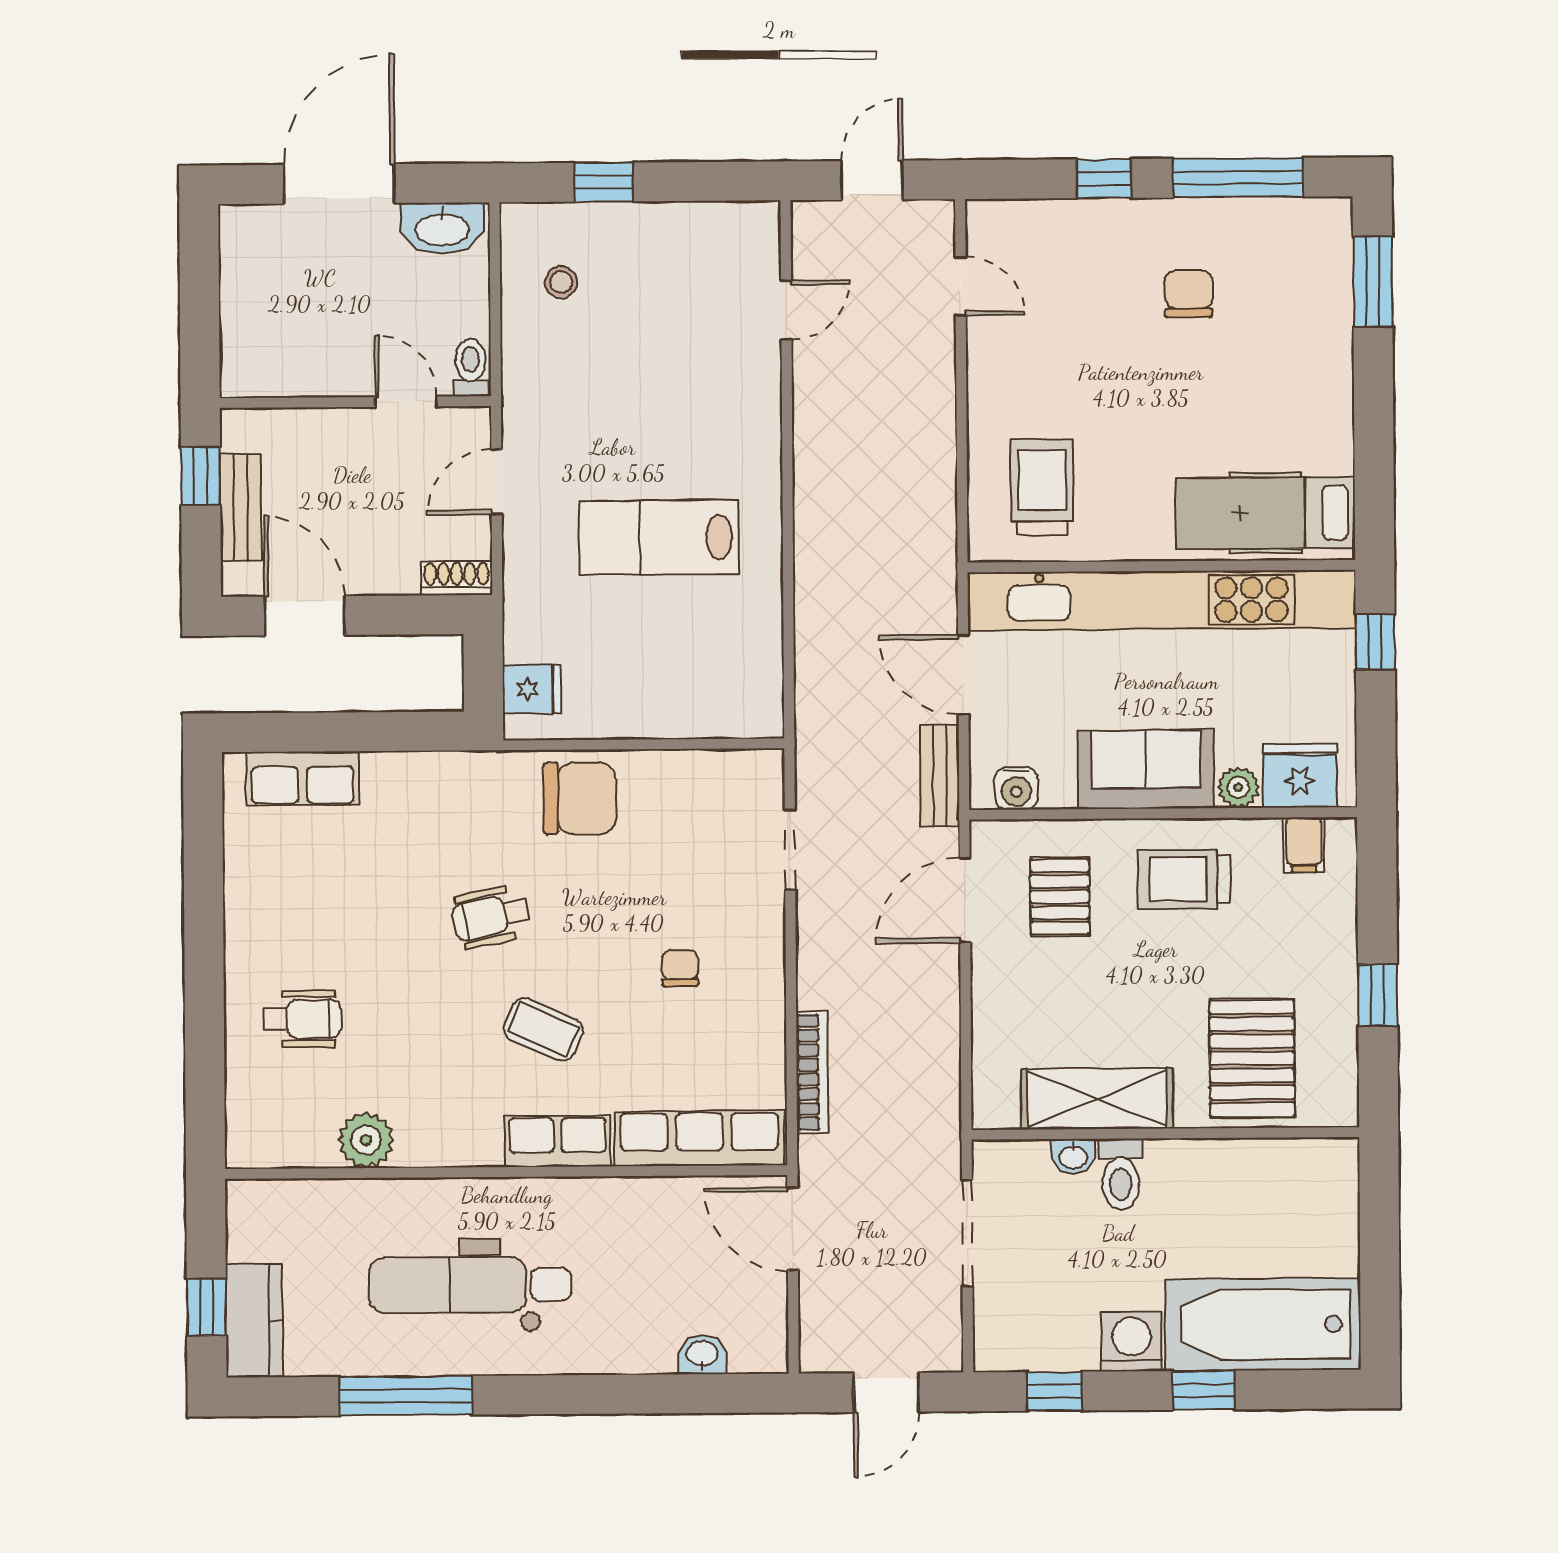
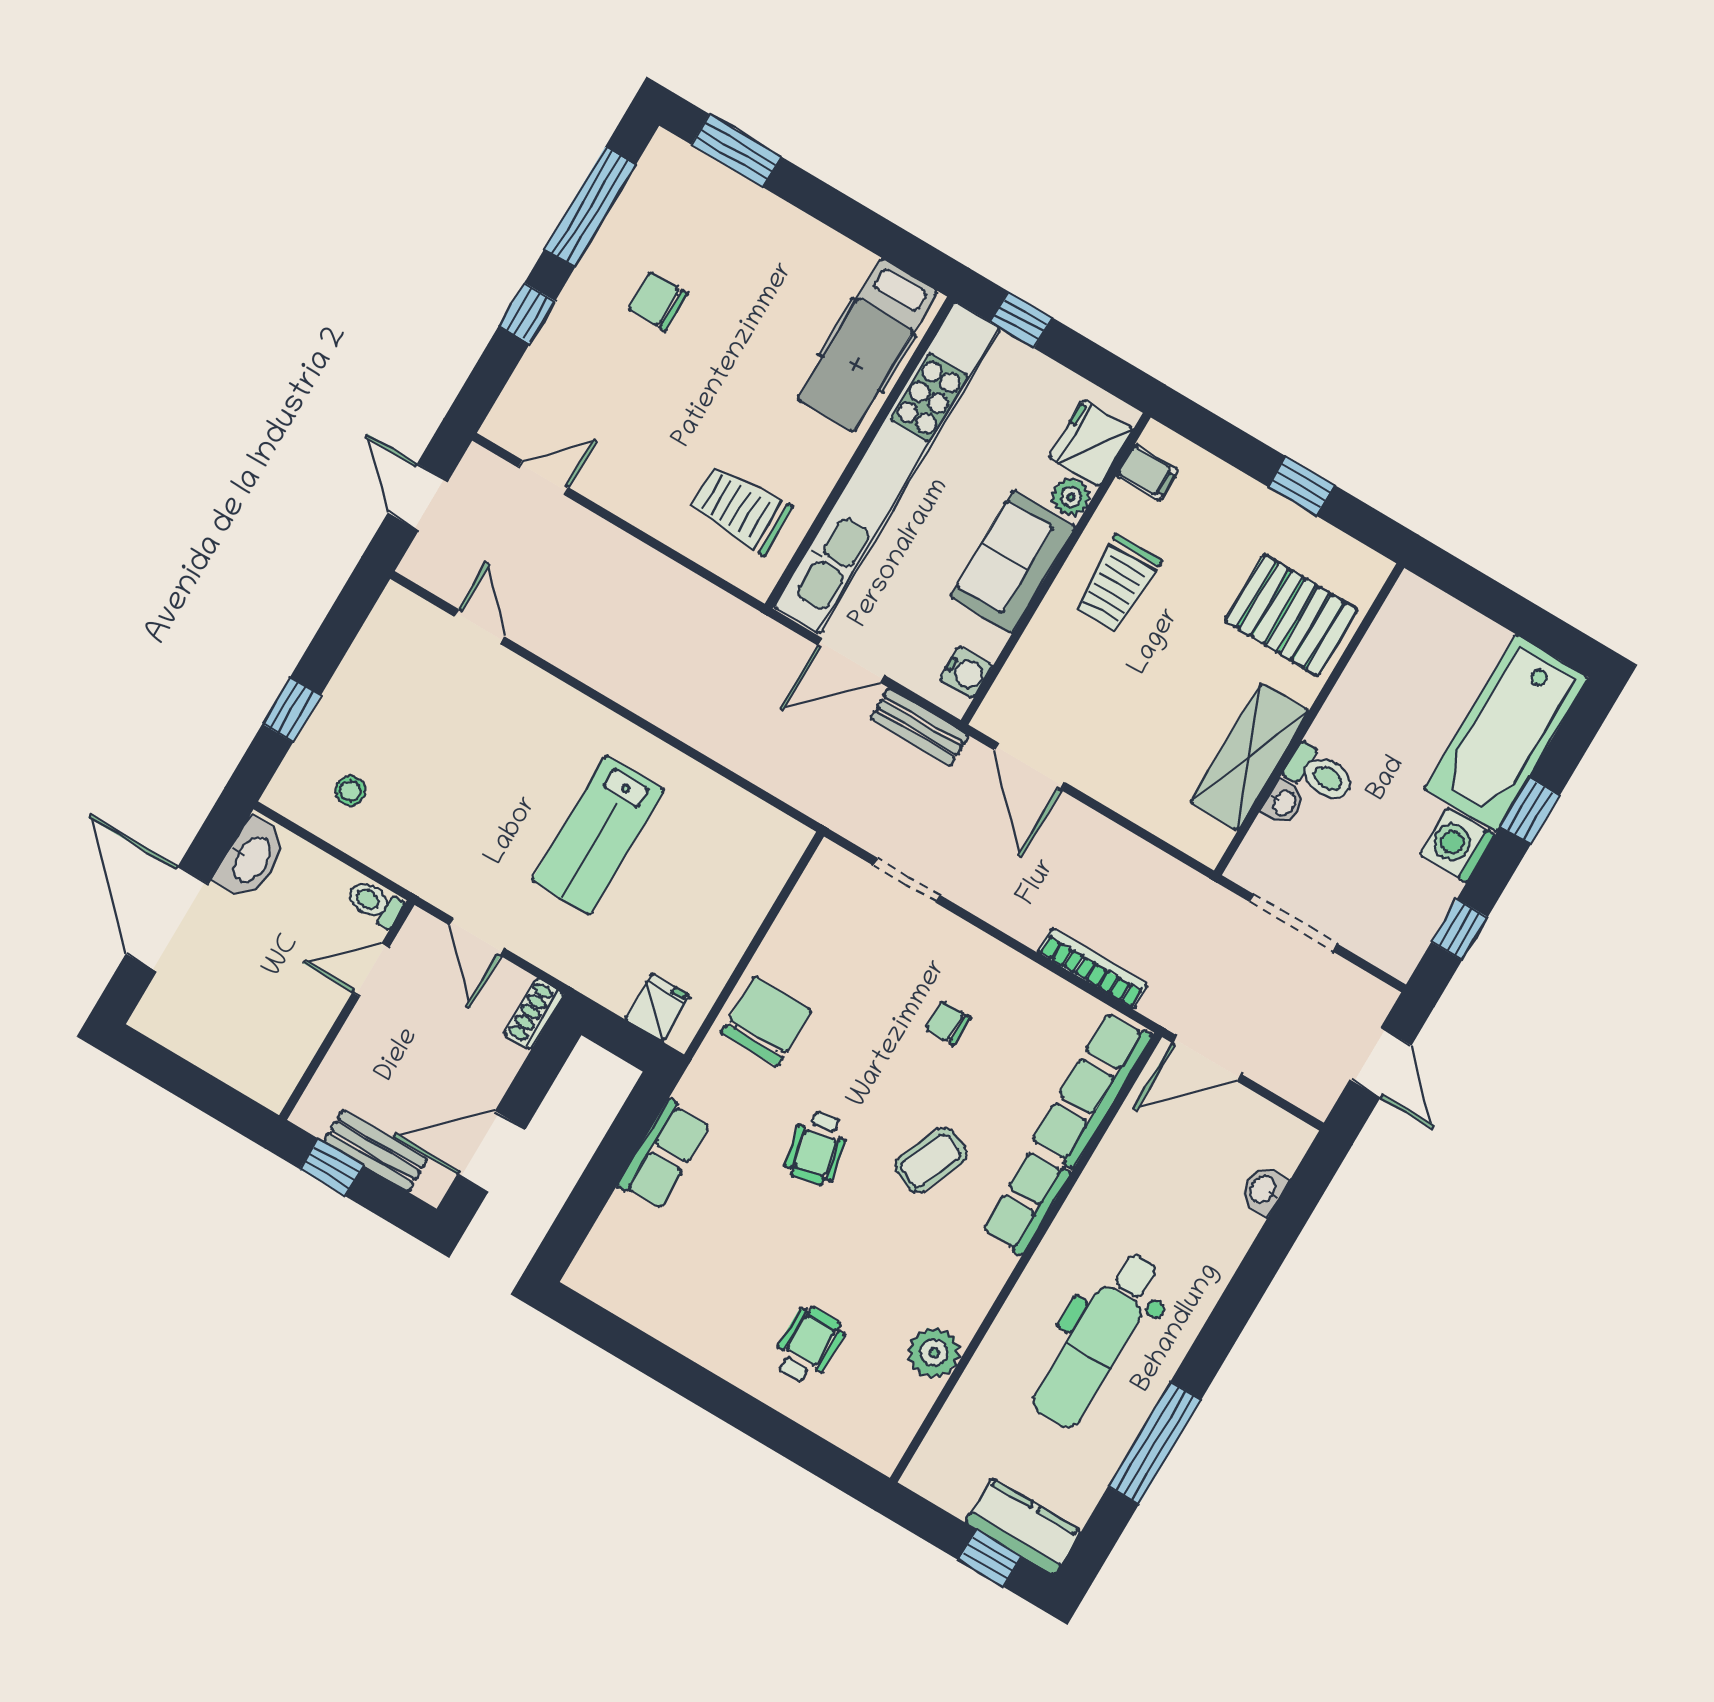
row of seats: (303, 778) -> (664, 1155), moved
pallet: (1060, 897) -> (1072, 690), removed

